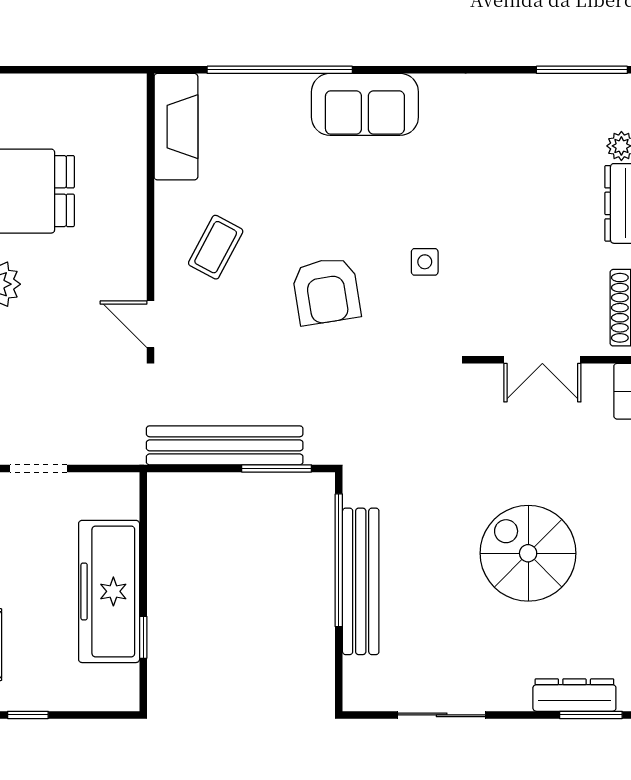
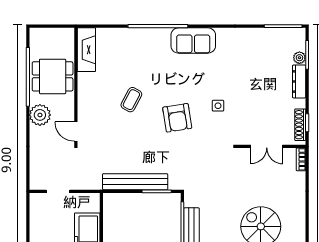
fireplace: (176, 127) -> (86, 50), moved
wall: (150, 215) -> (76, 86), moved
door: (150, 324) -> (76, 132), moved

